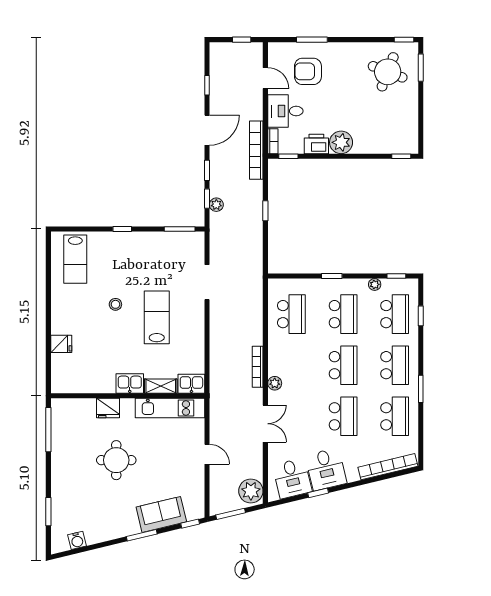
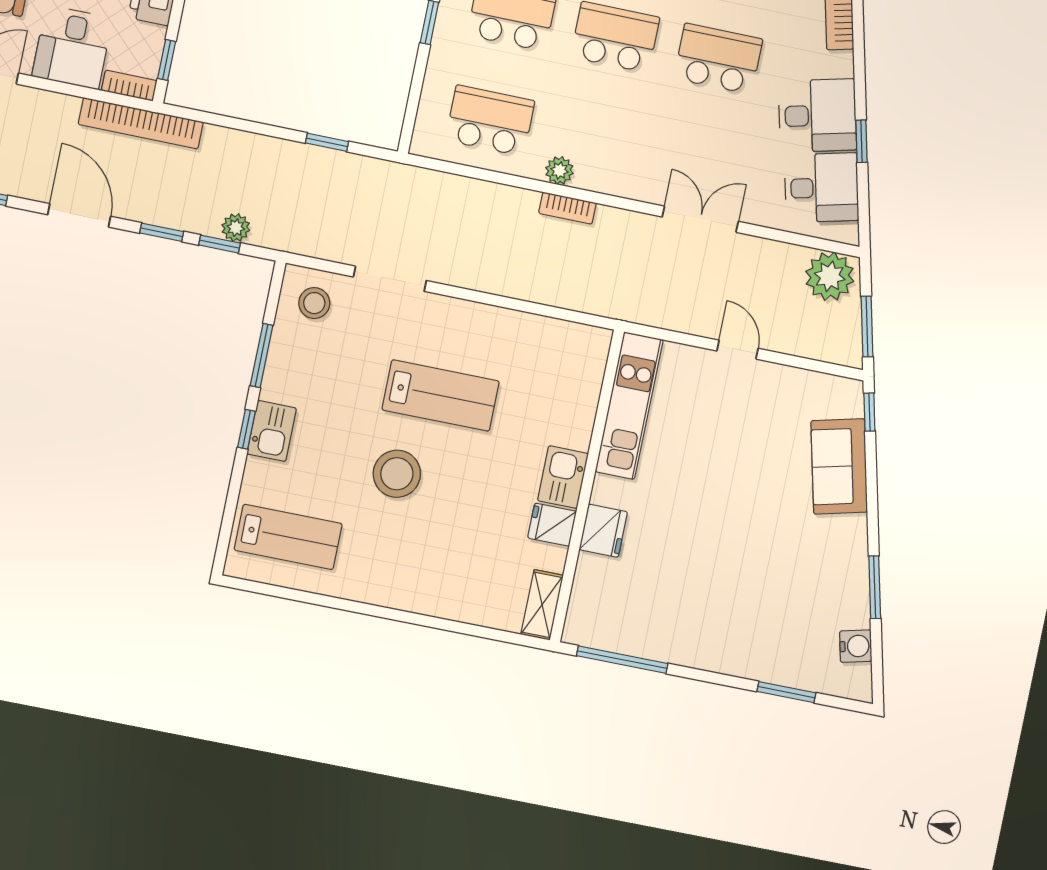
window: (265, 211) -> (327, 142), moved
window: (180, 229) -> (262, 356), moved
stool: (188, 249) -> (314, 303), added
stool: (115, 304) -> (397, 474), width x1.89, depth x1.89
lab bench: (157, 317) -> (441, 396), turned 180
fridge: (61, 344) -> (552, 525), moved, turned -90
bookcase: (258, 367) -> (567, 208), width x0.64
plant: (275, 383) -> (559, 170), moved
kitchen sink: (191, 384) -> (272, 431), moved, turned 180
shelving: (161, 386) -> (542, 605), moved
door: (207, 454) -> (738, 350), hinge flipped
round table: (116, 460) -> (712, 535), removed
window: (142, 535) -> (875, 587), moved

